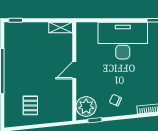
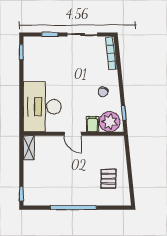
desk: (123, 41) -> (42, 107), moved
filing cabinet: (84, 90) -> (93, 124), added
pallet: (30, 105) -> (108, 179), turned 90

